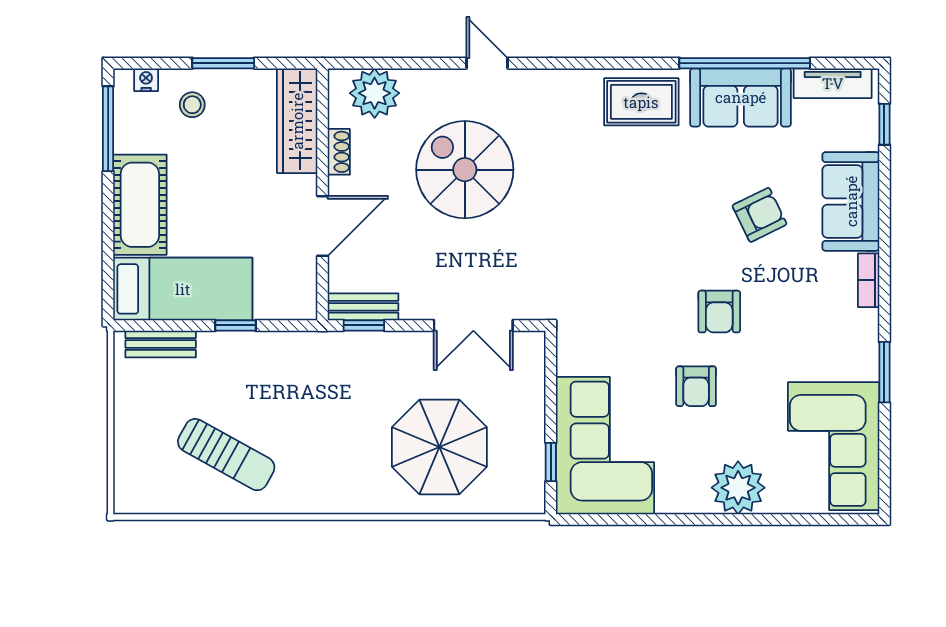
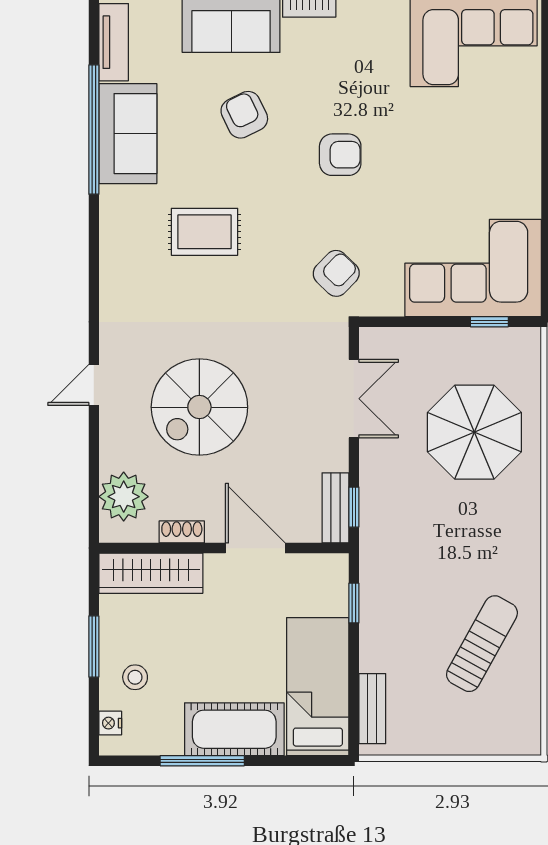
rug: (641, 102) -> (204, 232), moved, turned 90
window: (108, 129) -> (202, 761), moved
window: (235, 325) -> (354, 603), moved
armchair: (696, 386) -> (336, 273), moved, turned -46
plant: (738, 488) -> (515, 136), removed

